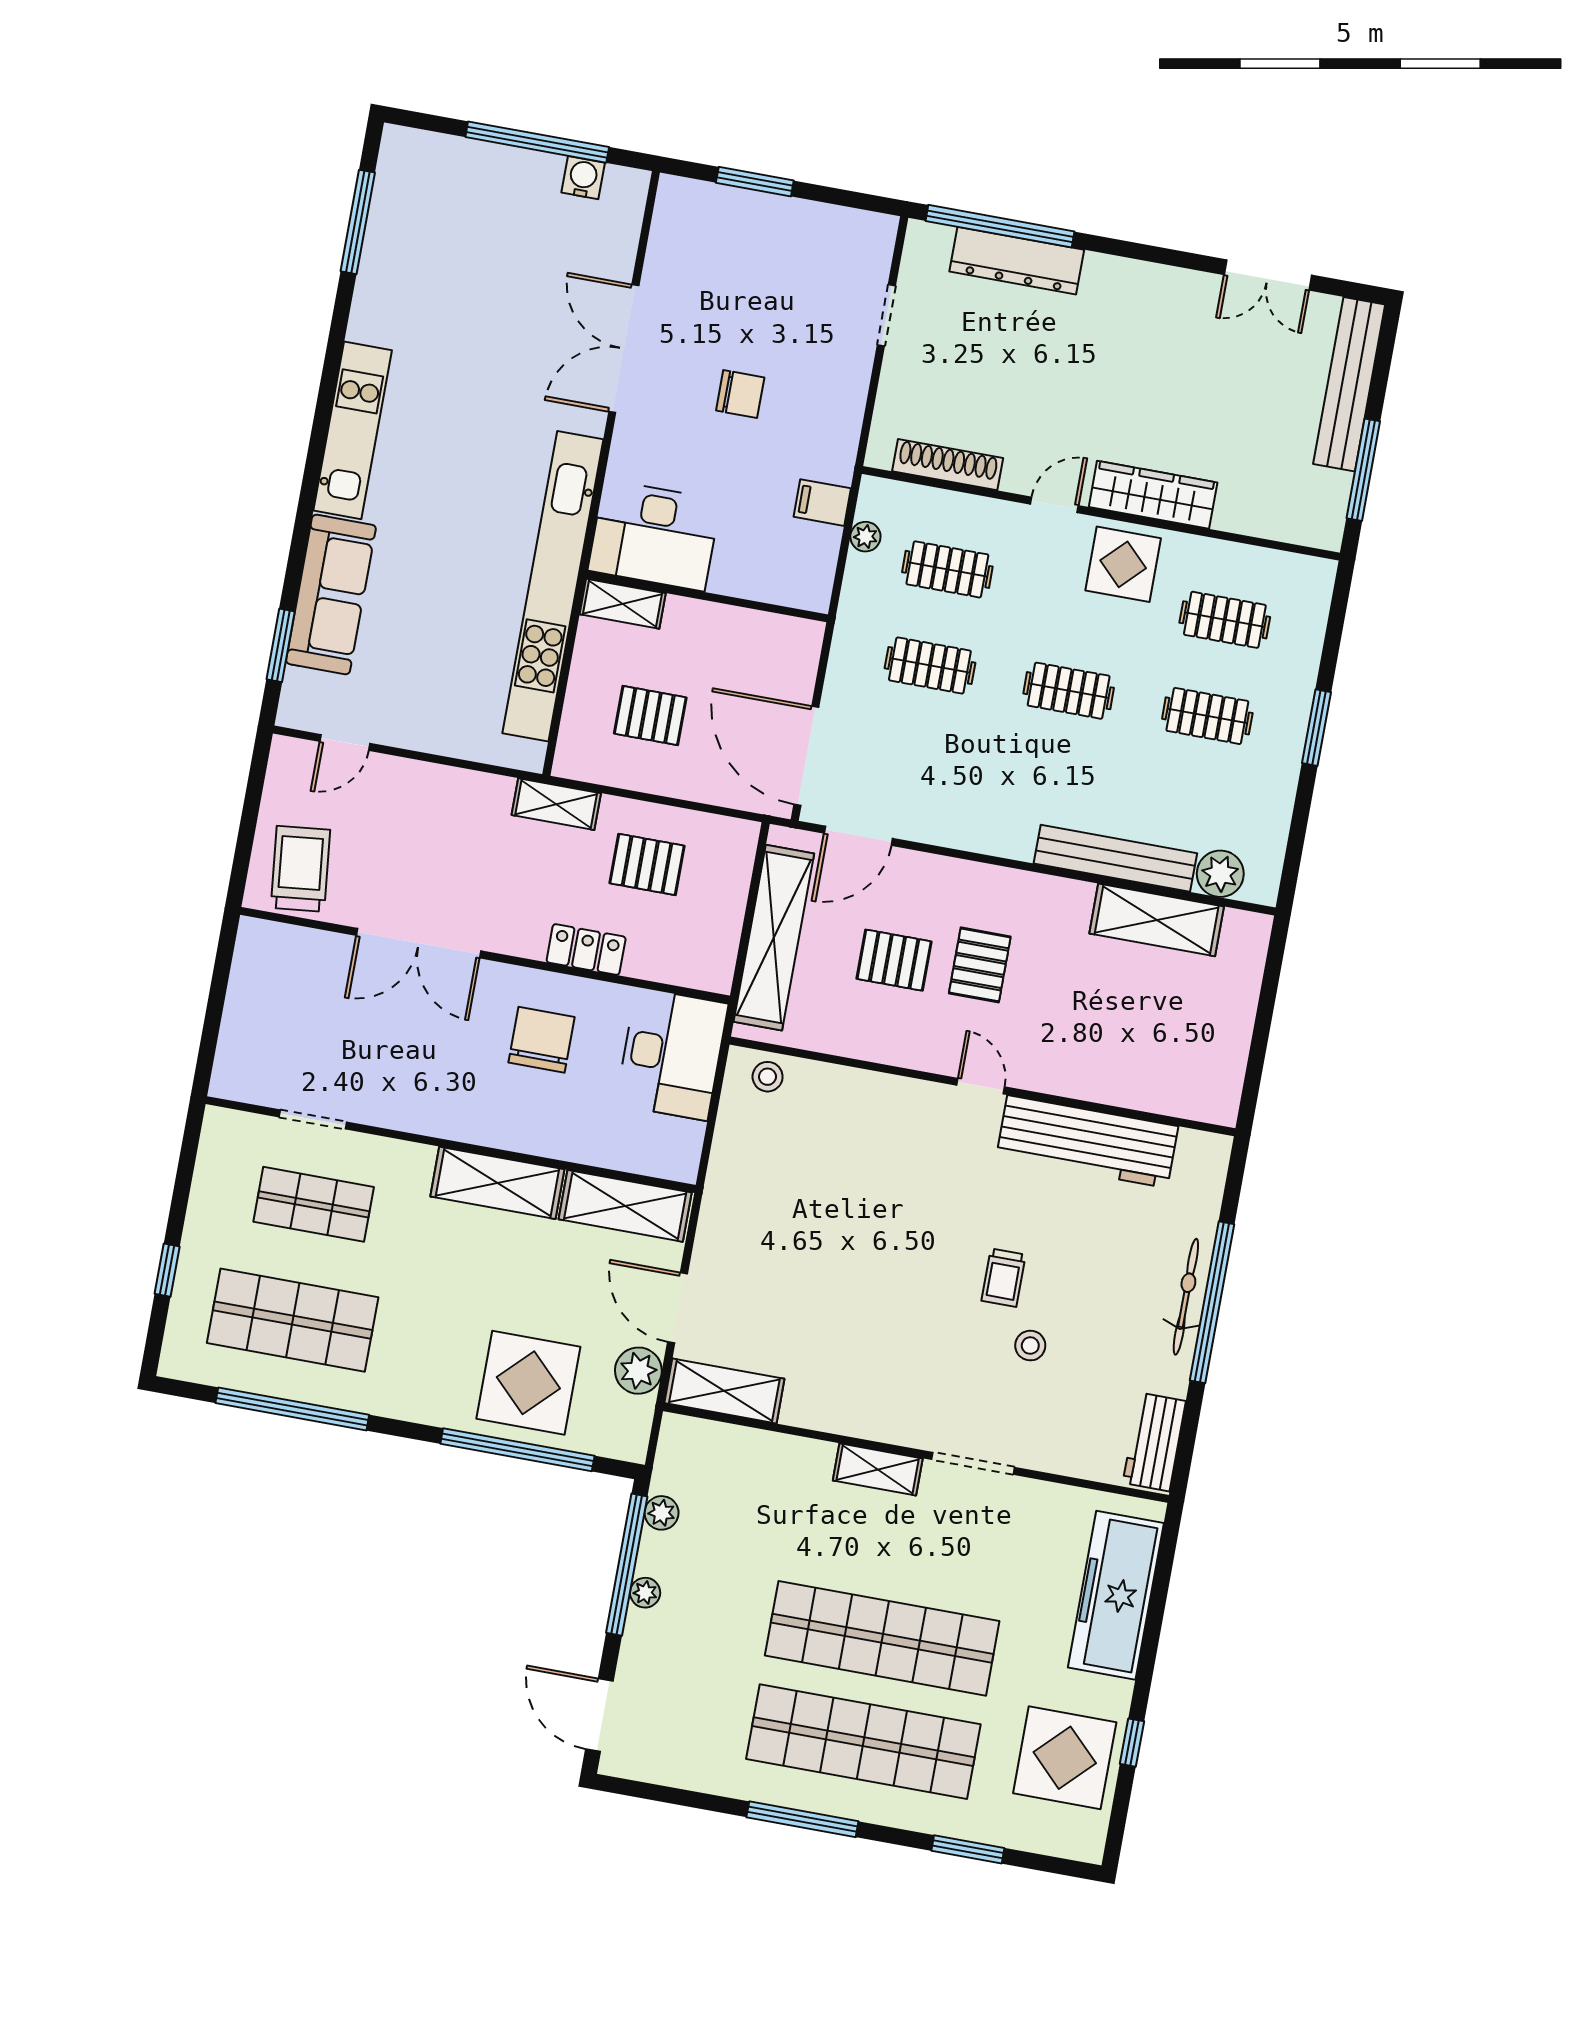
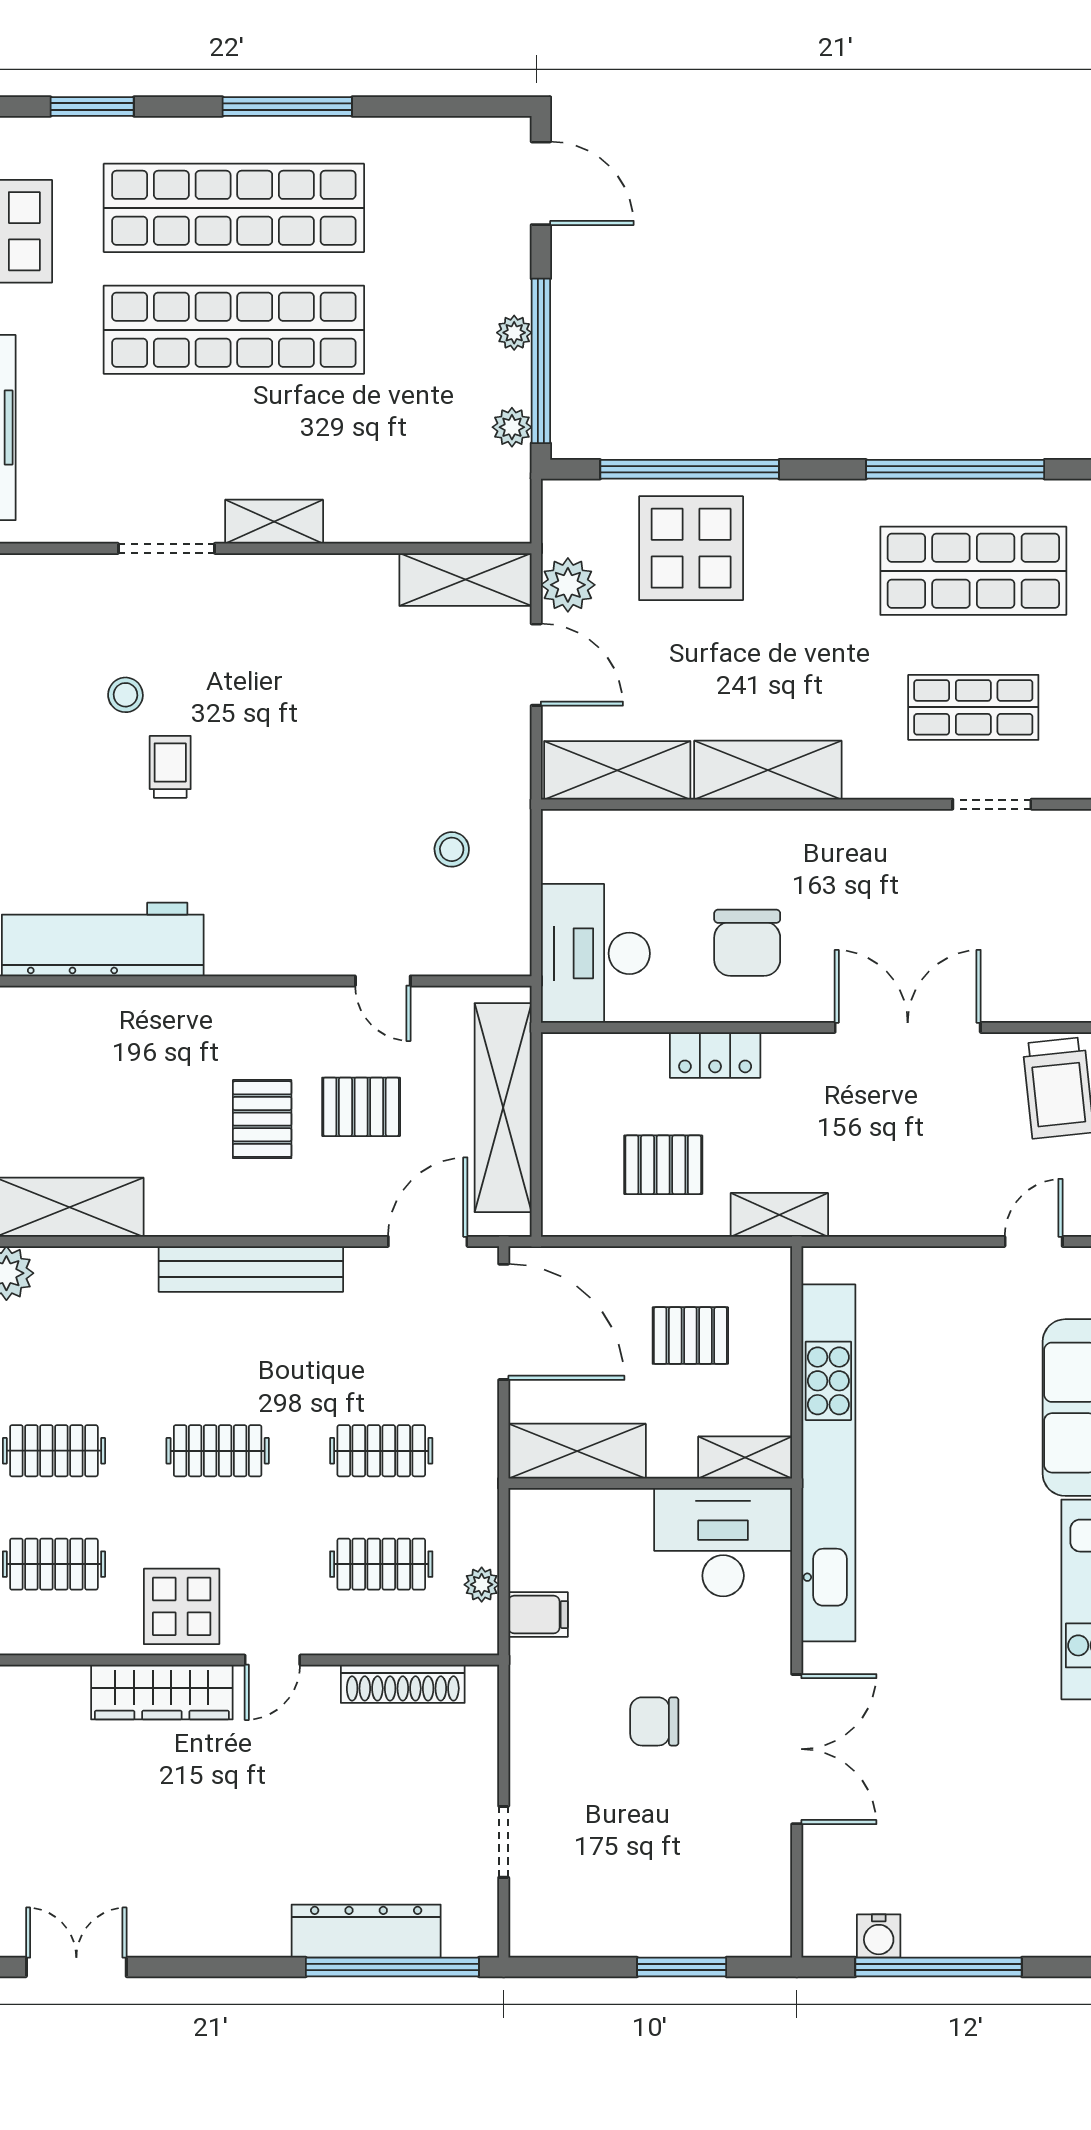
shelving: (764, 635) -> (577, 1451), added
bench: (1115, 858) -> (251, 1269), moved
stool: (768, 1077) -> (452, 849), moved
door: (981, 1086) -> (383, 981), moved

